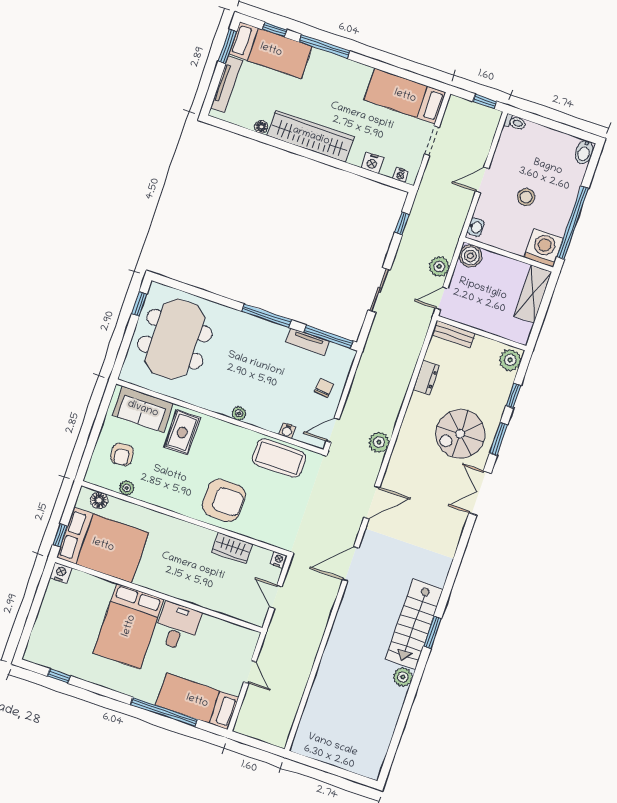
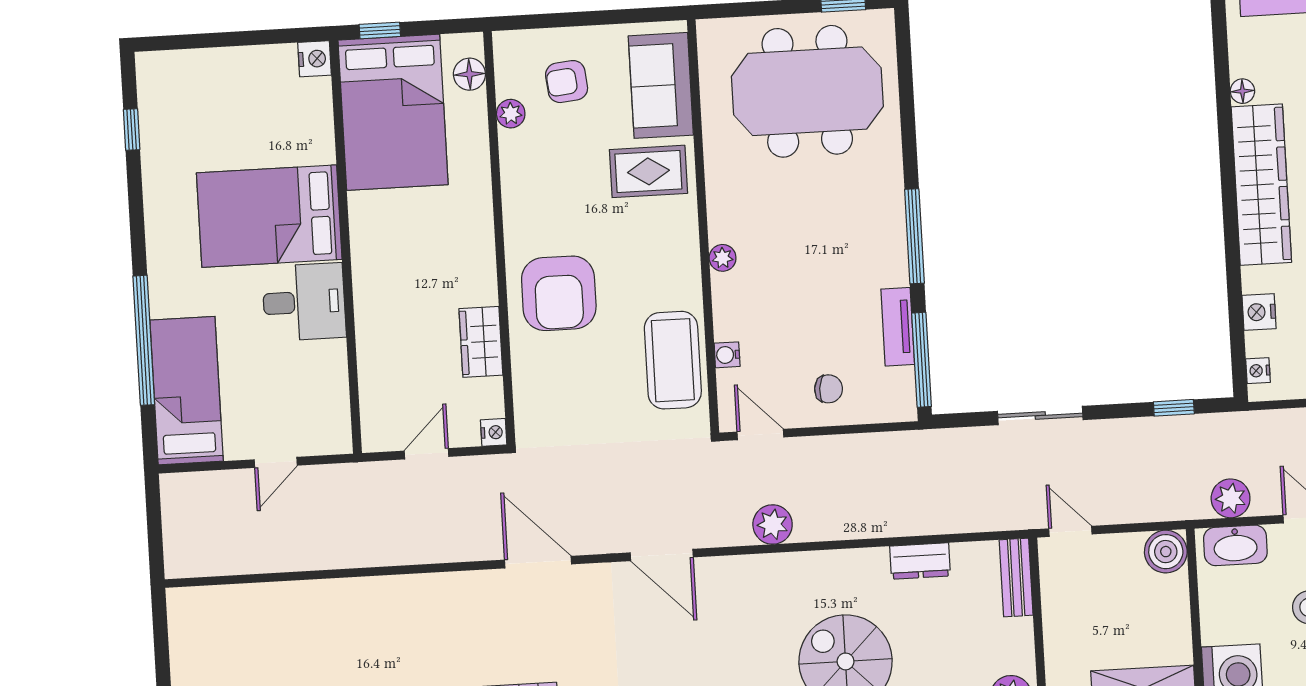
washbasin: (476, 227) -> (1235, 545), width x1.91, depth x1.45
plant: (439, 267) -> (1231, 498), moved

